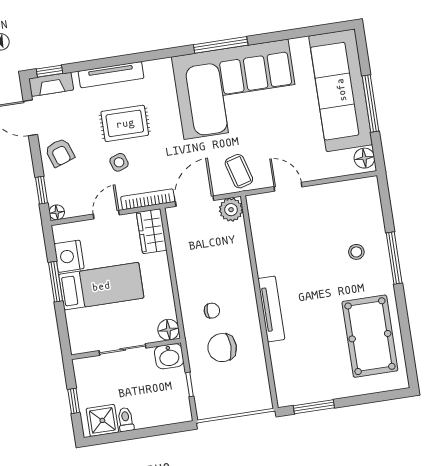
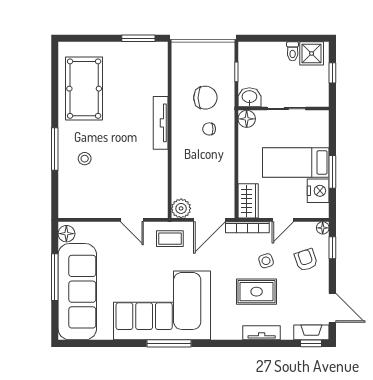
tv unit: (111, 75) -> (262, 333), width x0.71
armchair: (60, 153) -> (306, 260), moved
coffee table: (239, 171) -> (170, 239), turned -74

